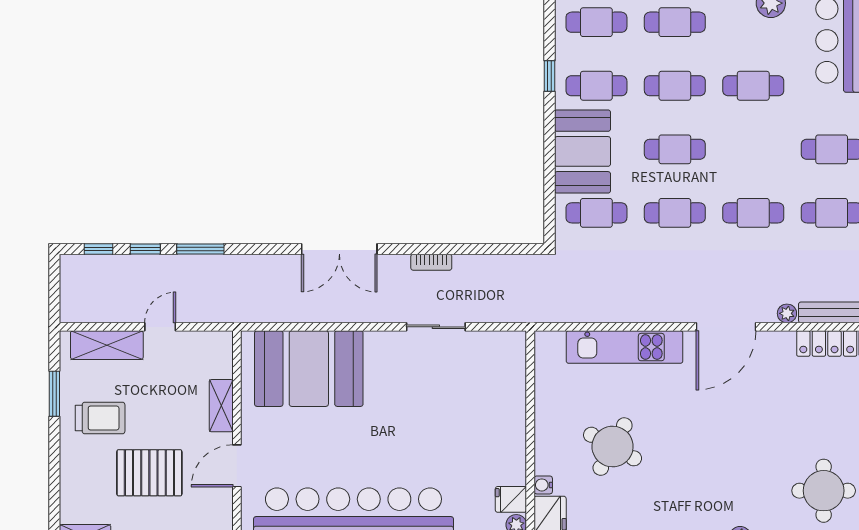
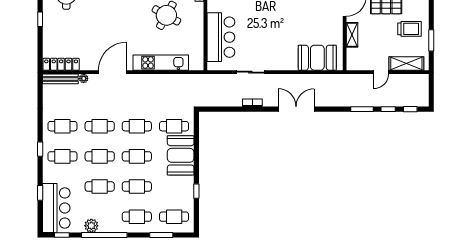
cafe table: (596, 86) -> (100, 156), moved
booth: (309, 369) -> (317, 58), width x0.73, depth x0.70
bar counter: (498, 401) -> (221, 37), added
trolley: (100, 418) -> (410, 29), turned 180

